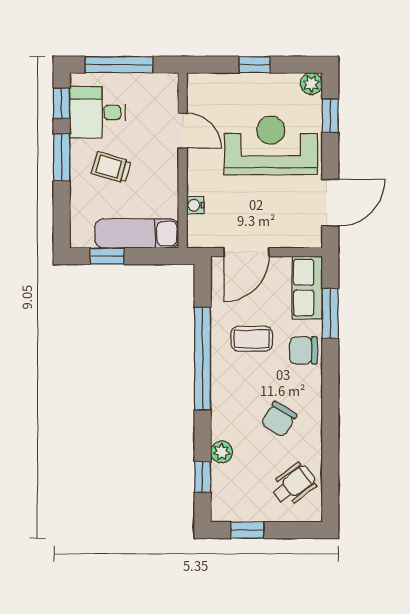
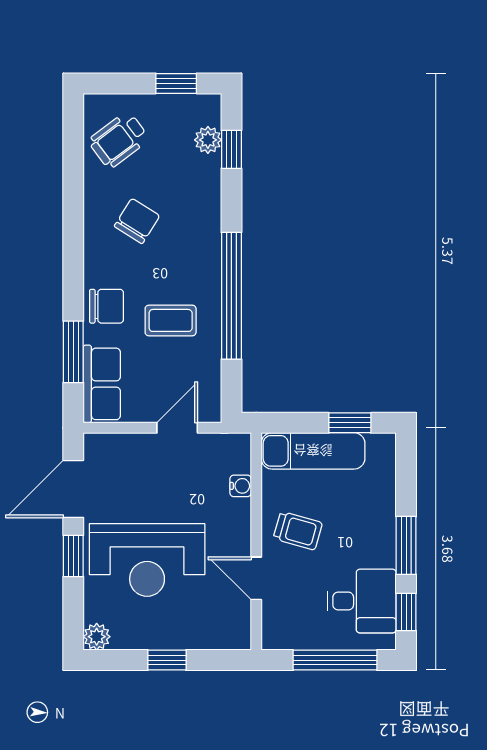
window: (330, 116) -> (73, 556), moved
trolley: (111, 167) -> (298, 531), moved
door: (246, 252) -> (177, 428), width x0.73
plant: (222, 452) -> (208, 140), moved

